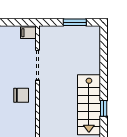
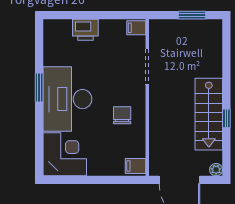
chair: (21, 95) -> (122, 115), moved, turned -90

